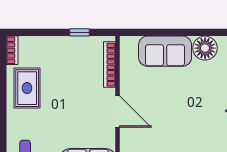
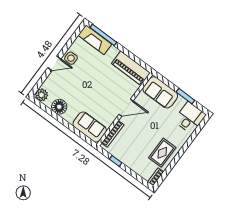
sofa: (165, 51) -> (90, 127), moved
door: (118, 112) -> (126, 108), swing flipped

